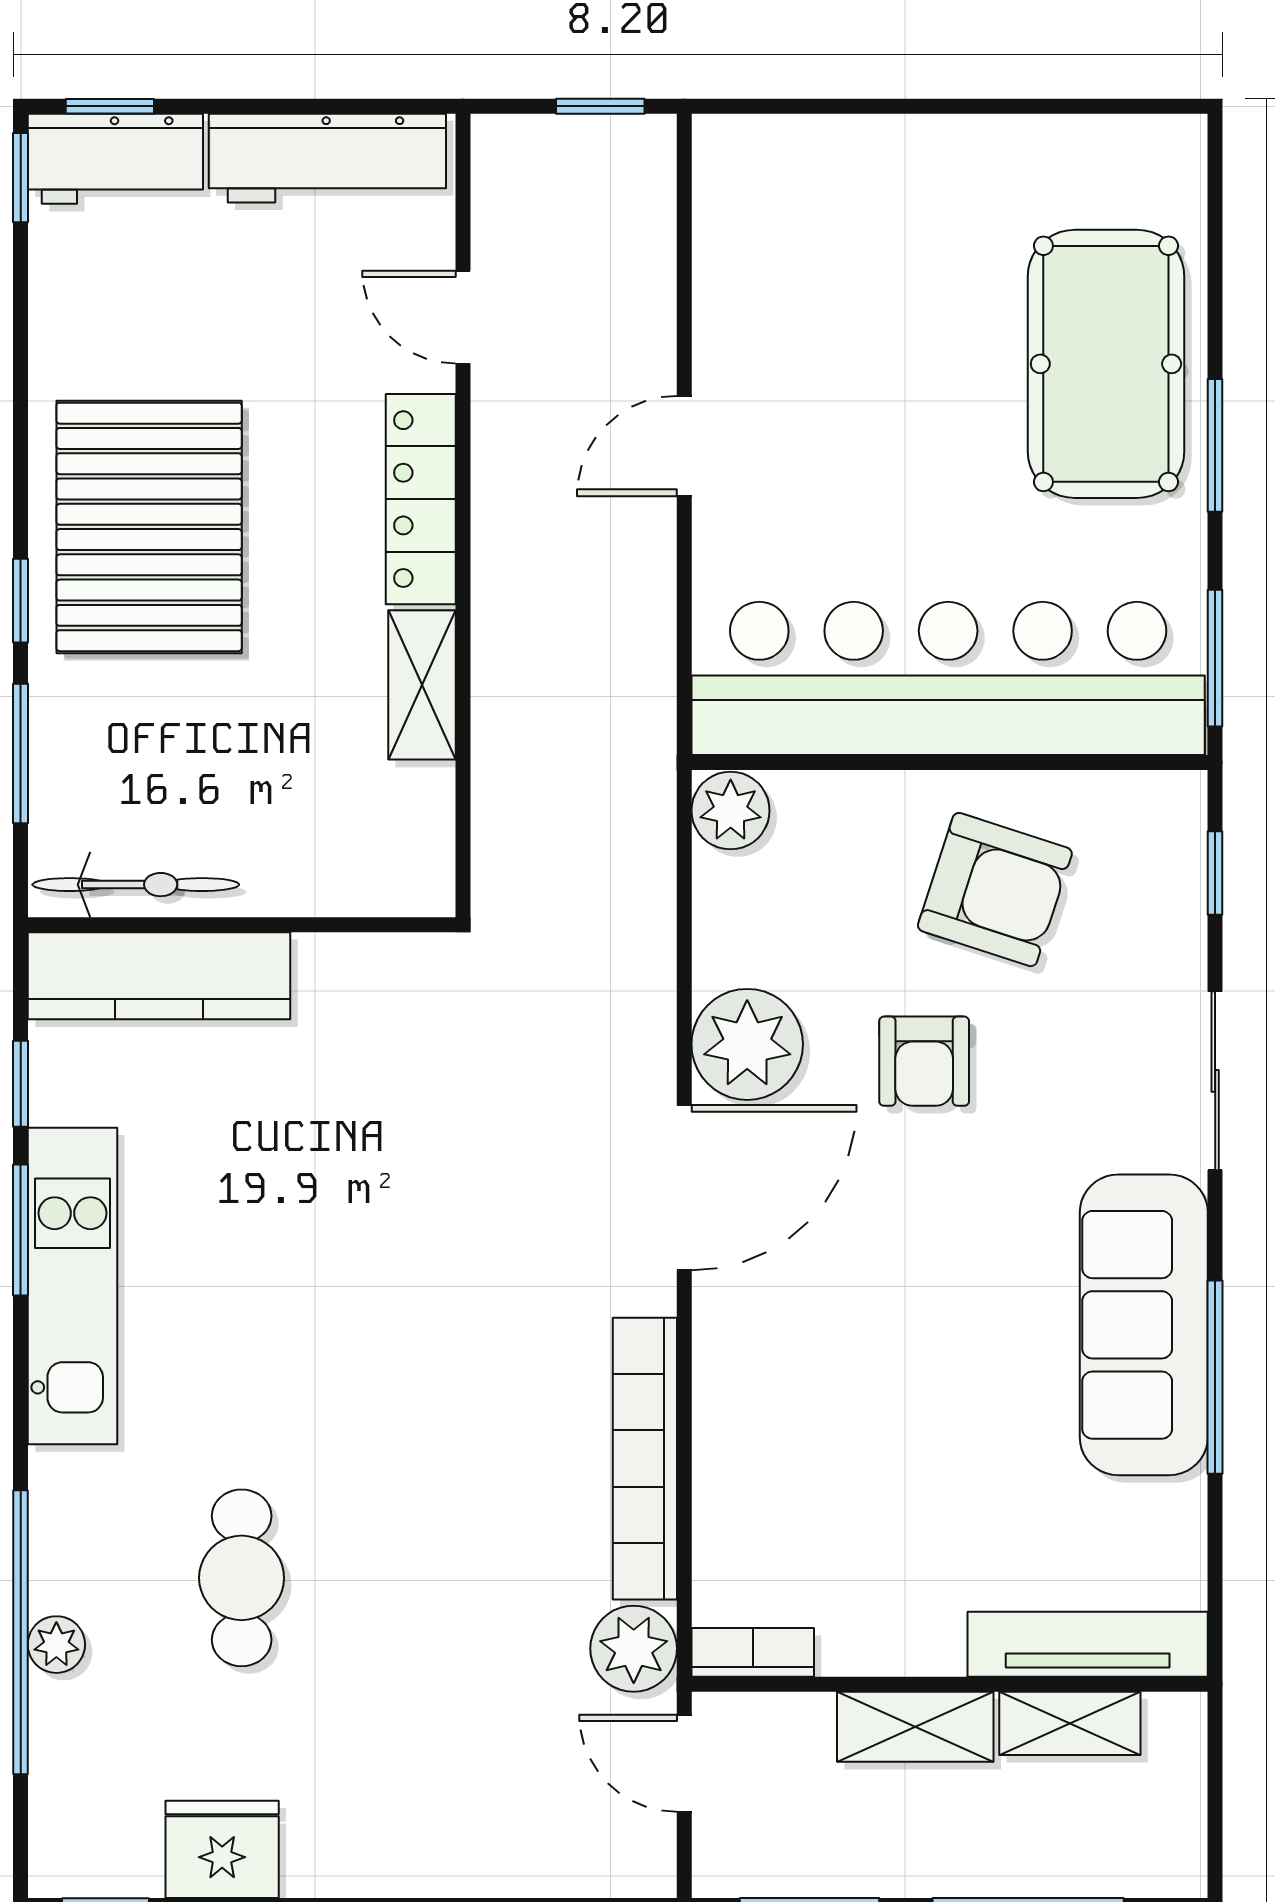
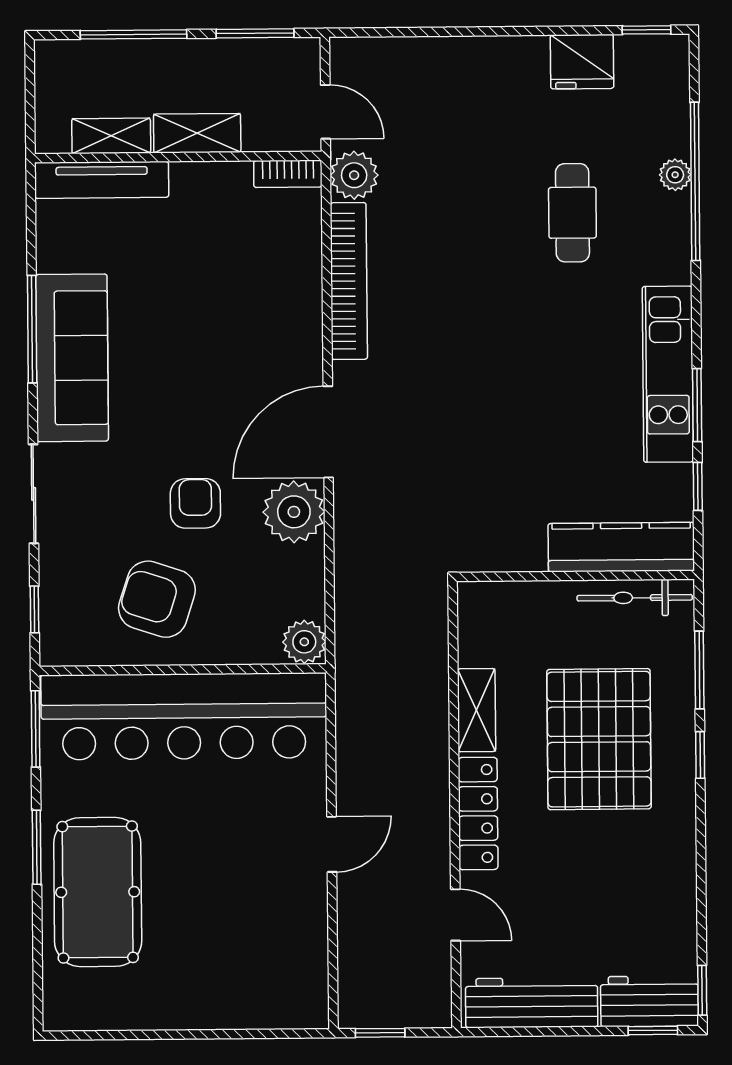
pallet: (149, 527) -> (599, 739), moved

